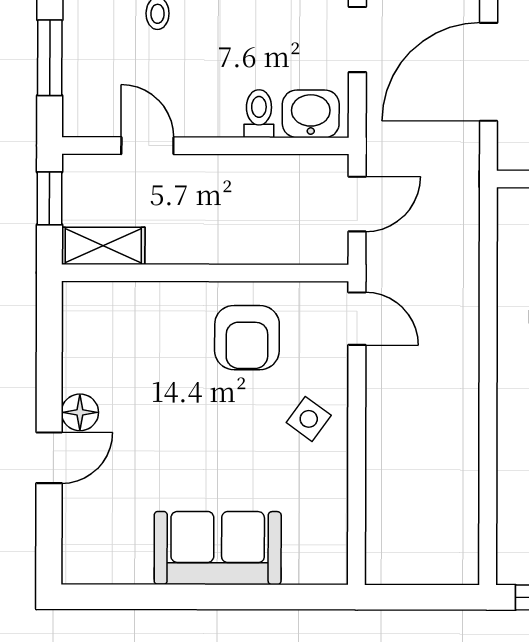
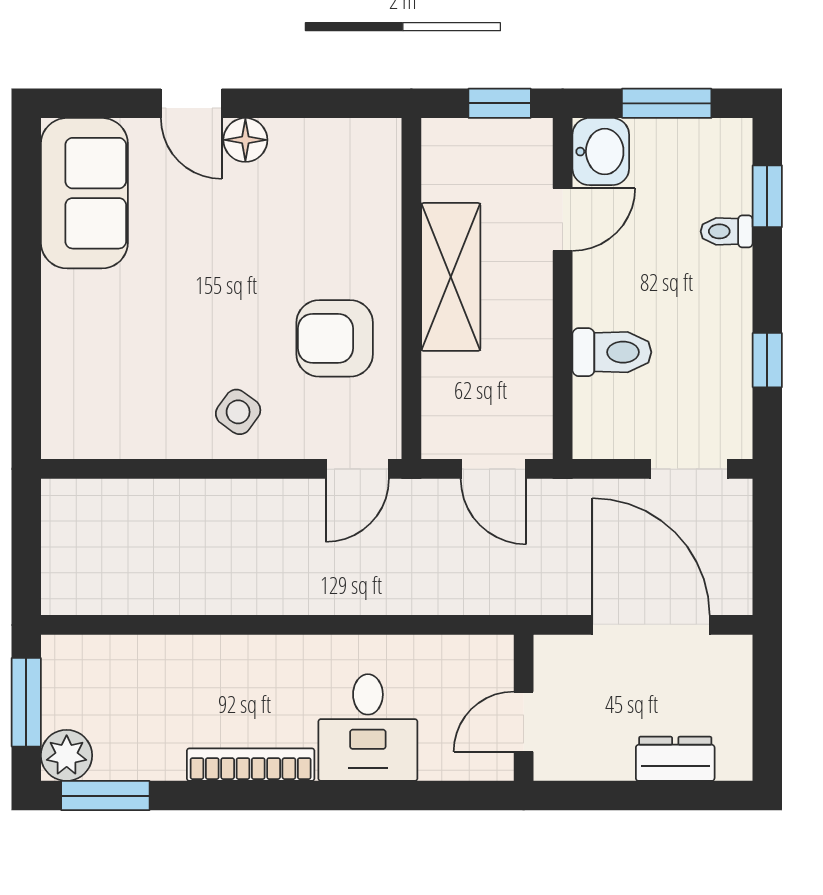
toilet: (259, 114) -> (612, 352), width x1.37, depth x1.39
washbasin: (311, 114) -> (601, 152), moved
shelving: (103, 246) -> (451, 277), moved, width x1.50, depth x1.33
sofa: (218, 548) -> (84, 193), moved

